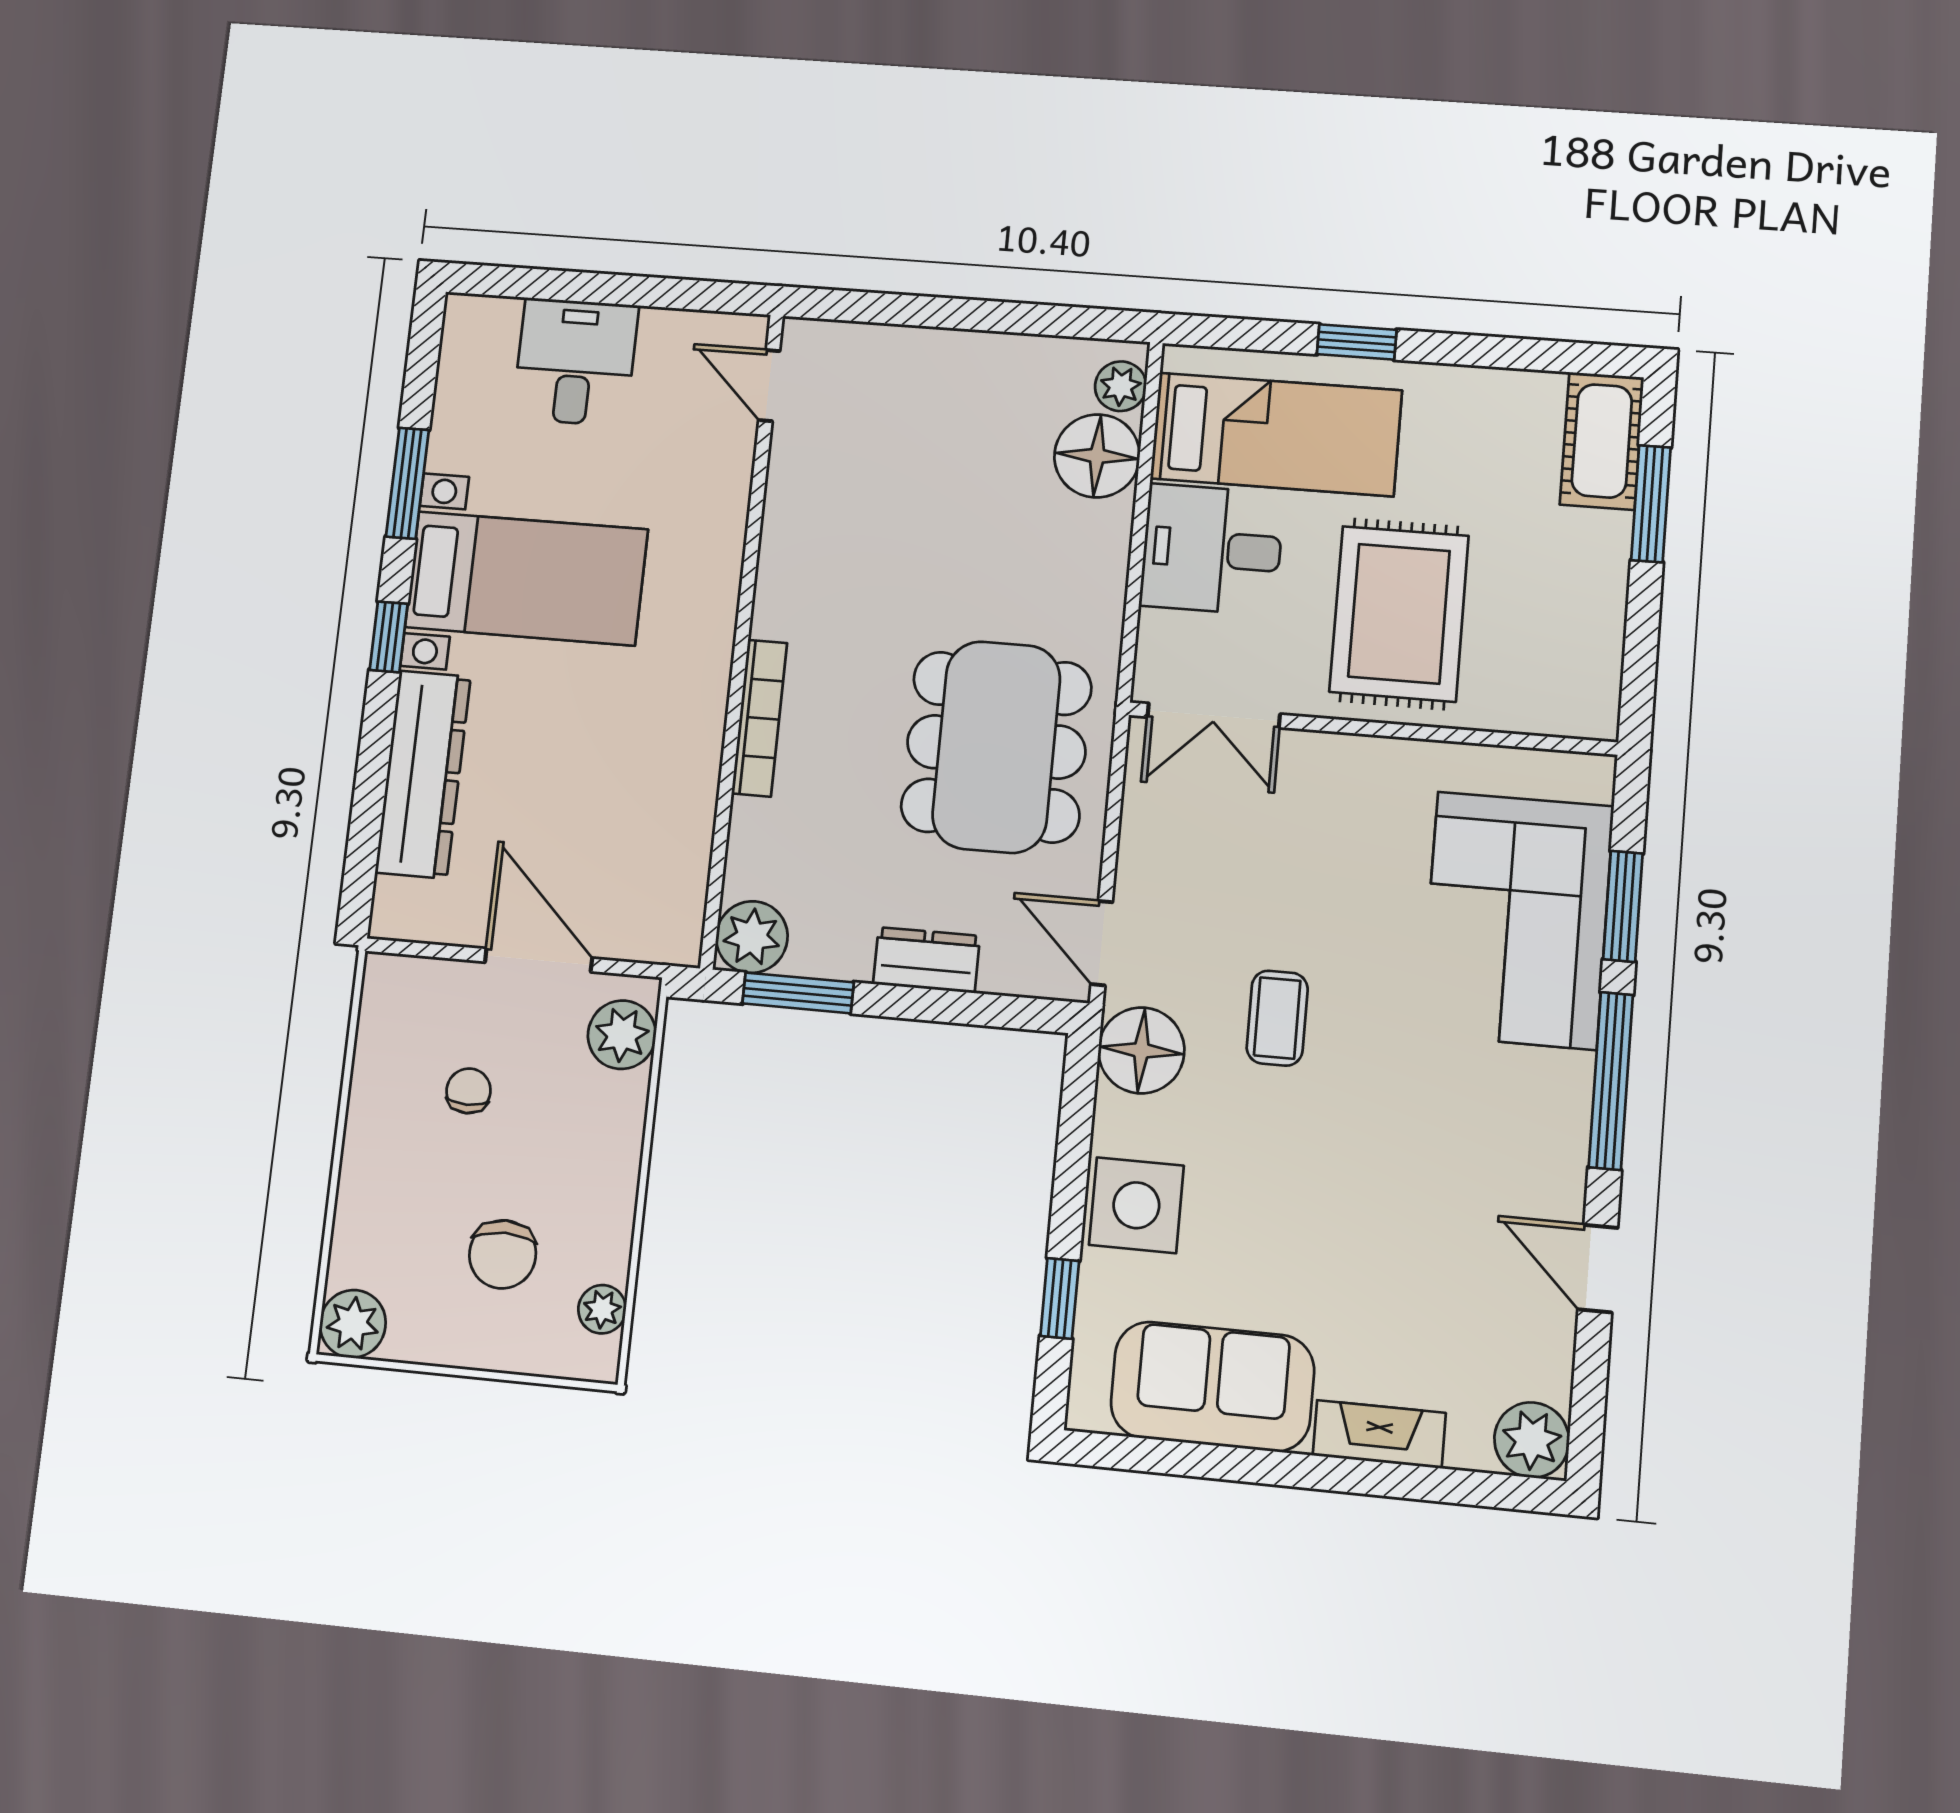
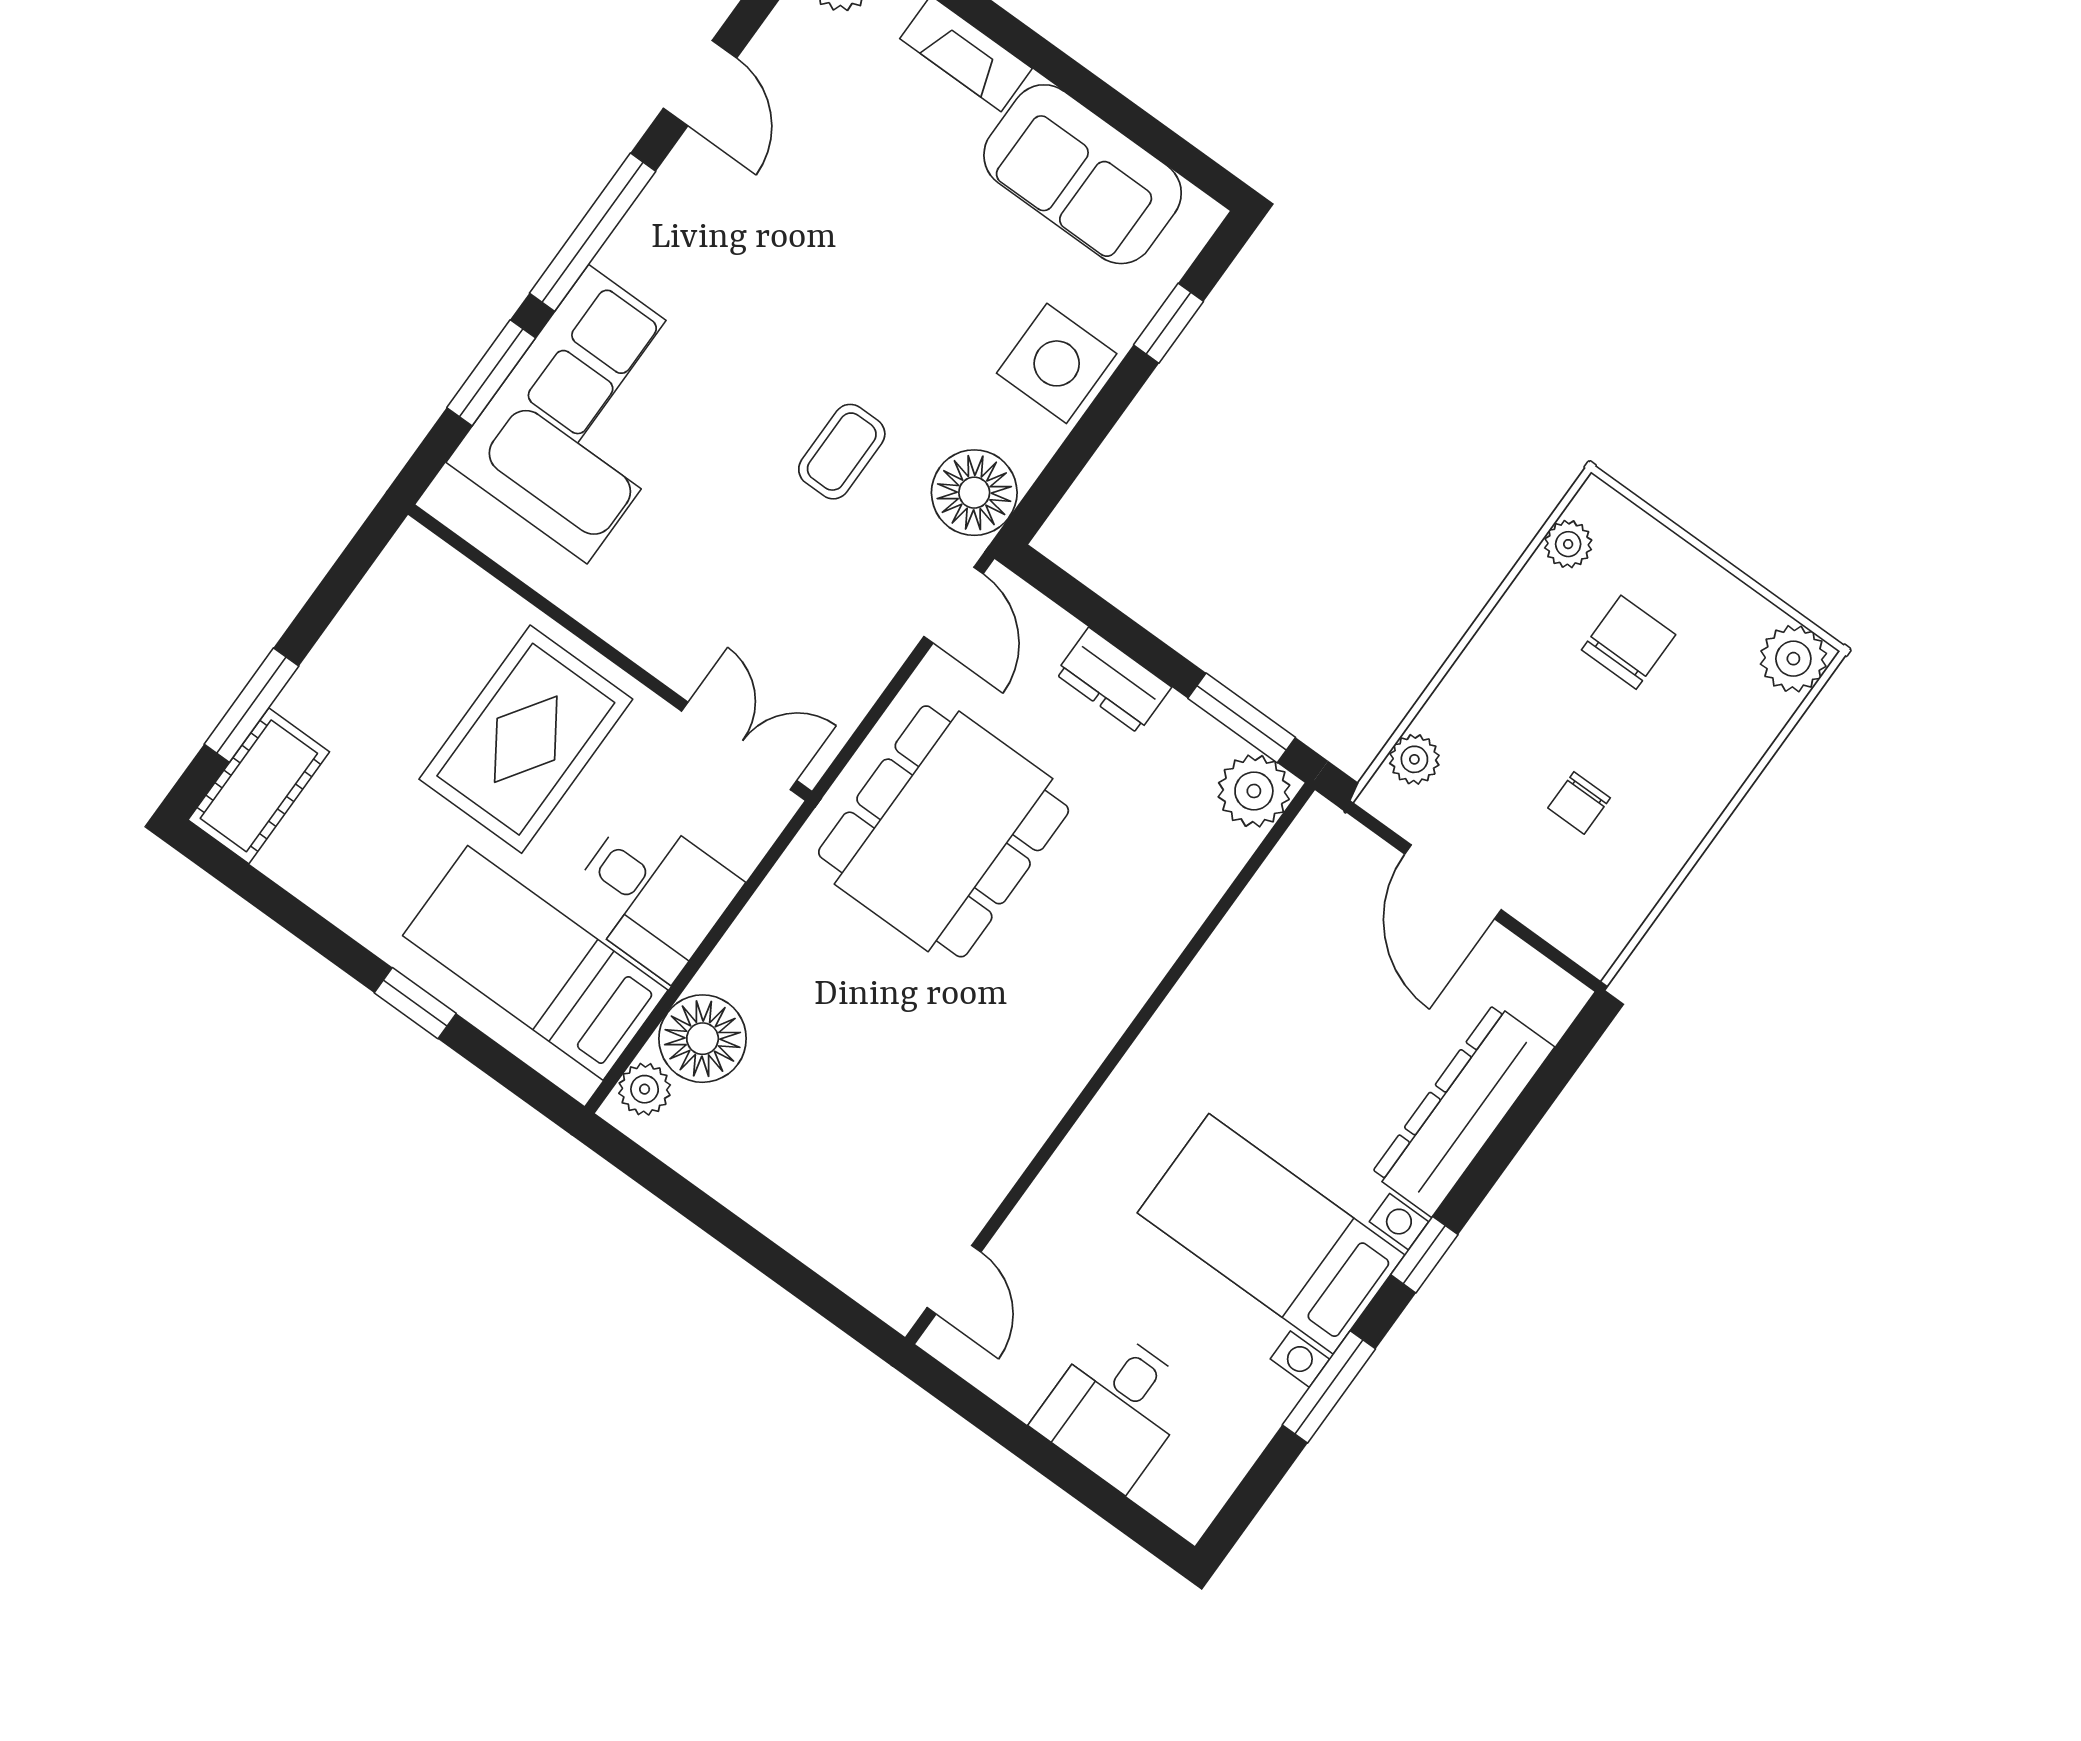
bookcase: (759, 718) -> (1136, 982), removed
plant: (622, 1035) -> (1414, 759), width x0.73, depth x0.73

